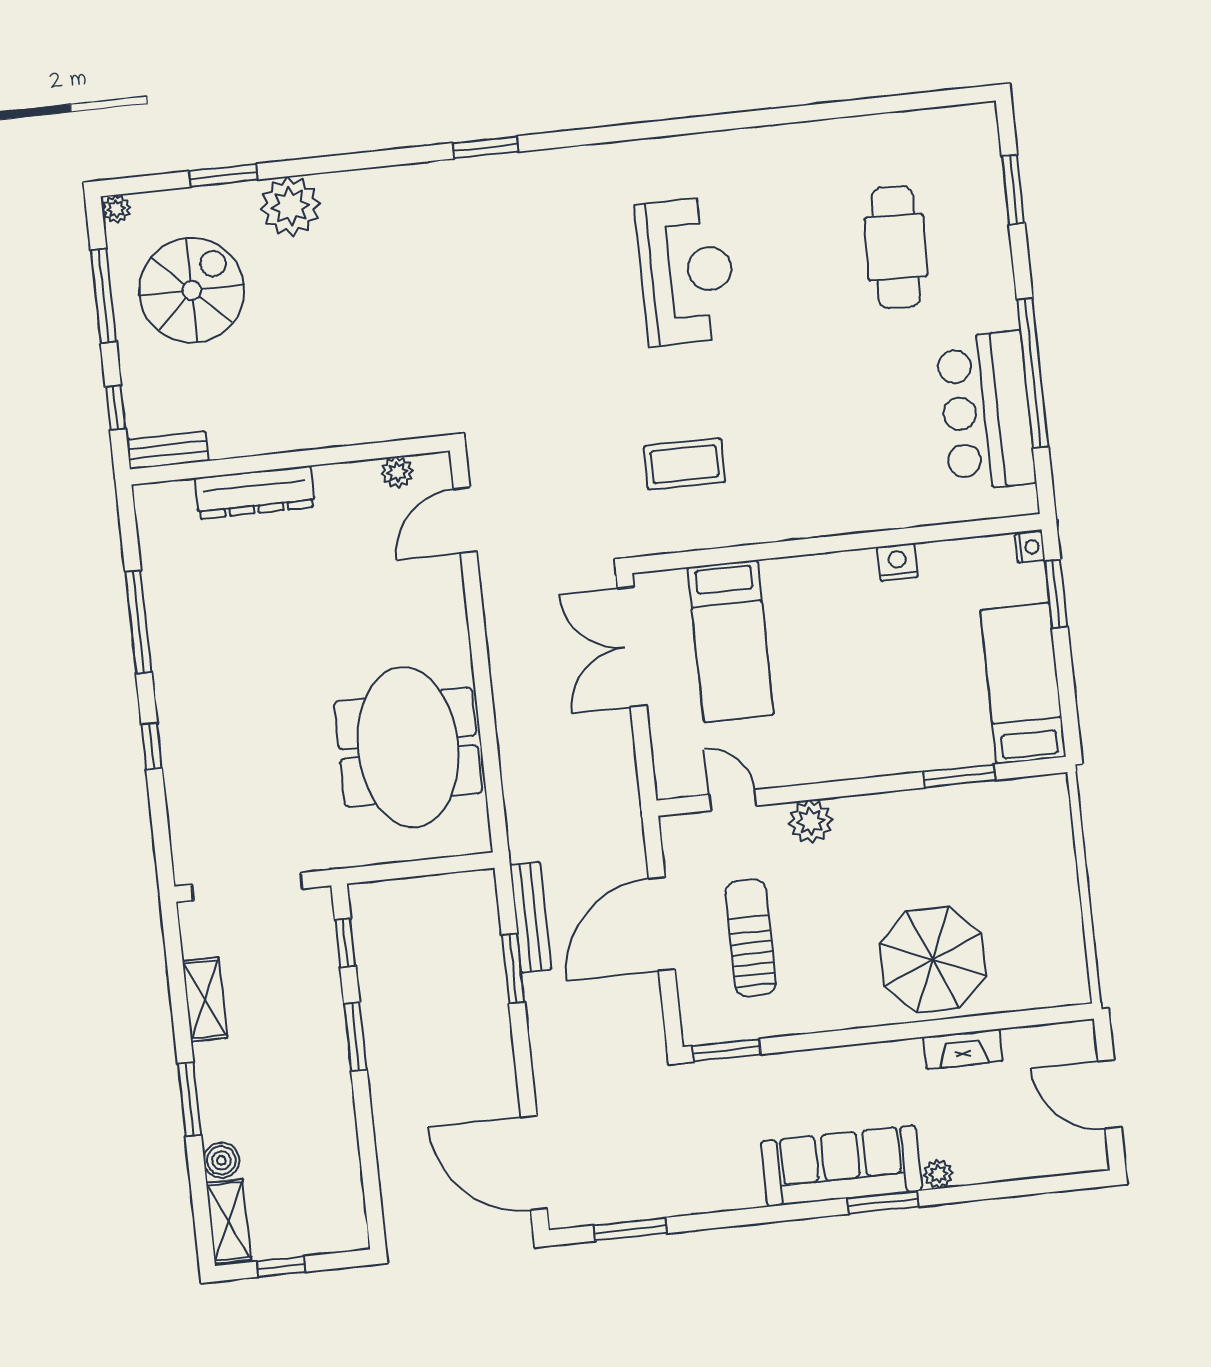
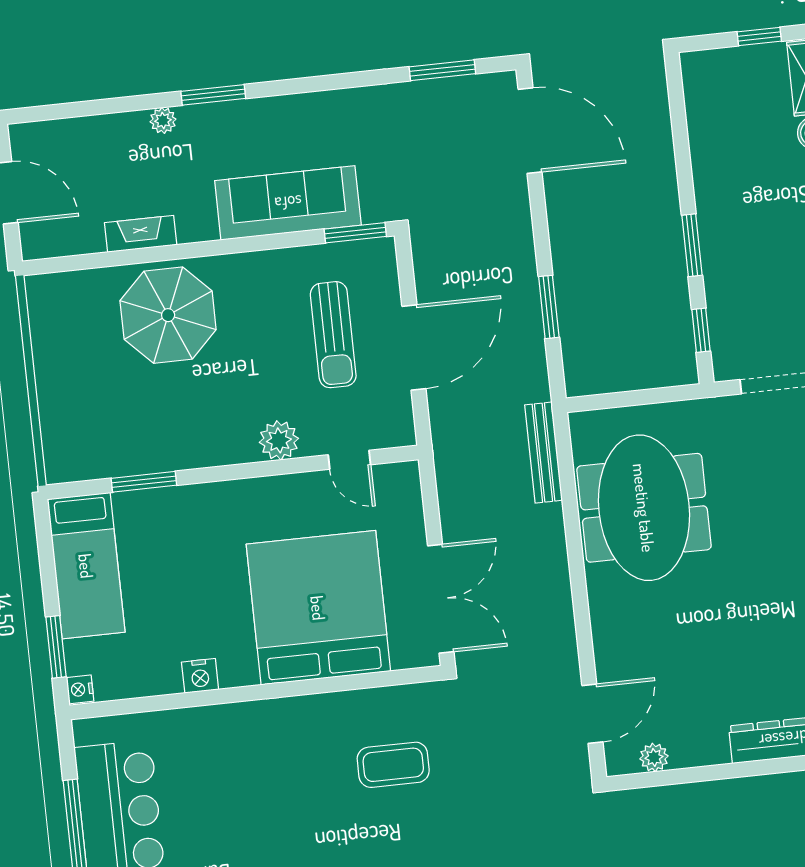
bed: (731, 641) -> (318, 608), width x2.04
bench: (531, 917) -> (544, 453), moved
sofa: (841, 1166) -> (288, 203), moved, turned 180

